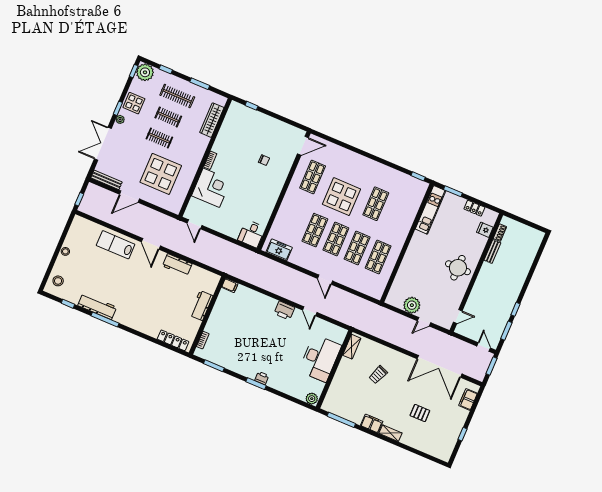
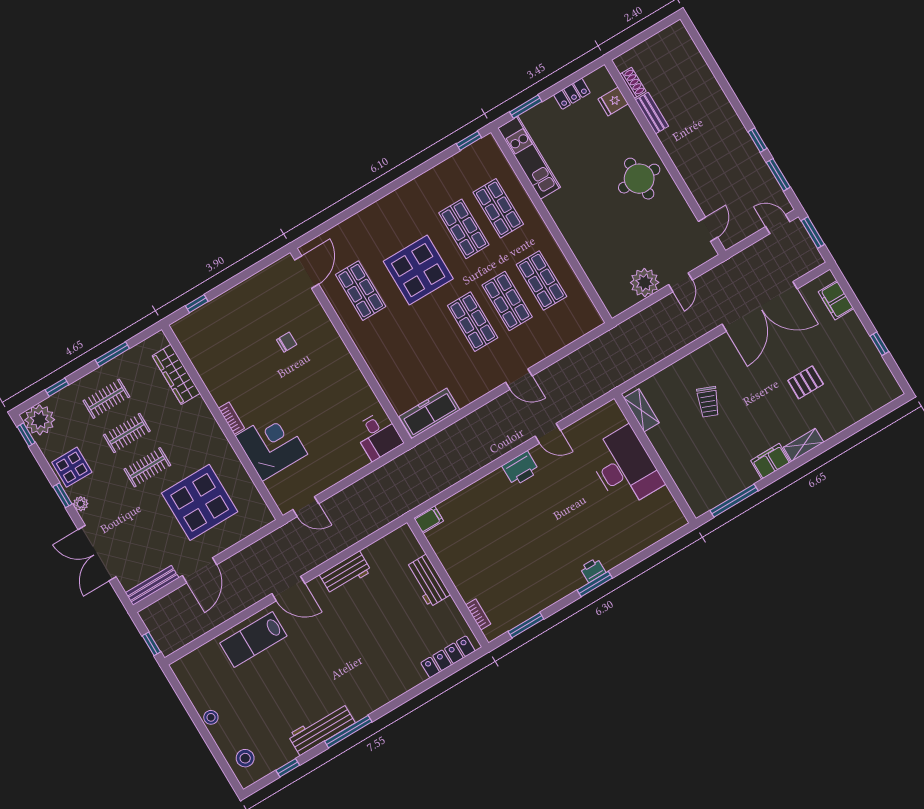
clothes rail: (177, 96) -> (106, 399), width x0.73
shop shelf: (315, 230) -> (498, 208), moved
freezer: (279, 250) -> (429, 413), width x1.40
plant: (312, 399) -> (674, 521), removed

